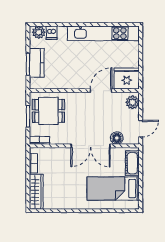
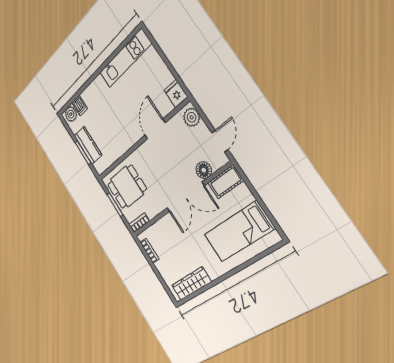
kitchen unit: (103, 33) -> (125, 58), width x0.73
fridge: (127, 79) -> (176, 94), width x0.53, depth x0.75
cot: (132, 163) -> (226, 182), moved, turned 90
wardrobe: (36, 192) -> (191, 284), moved, turned -90

